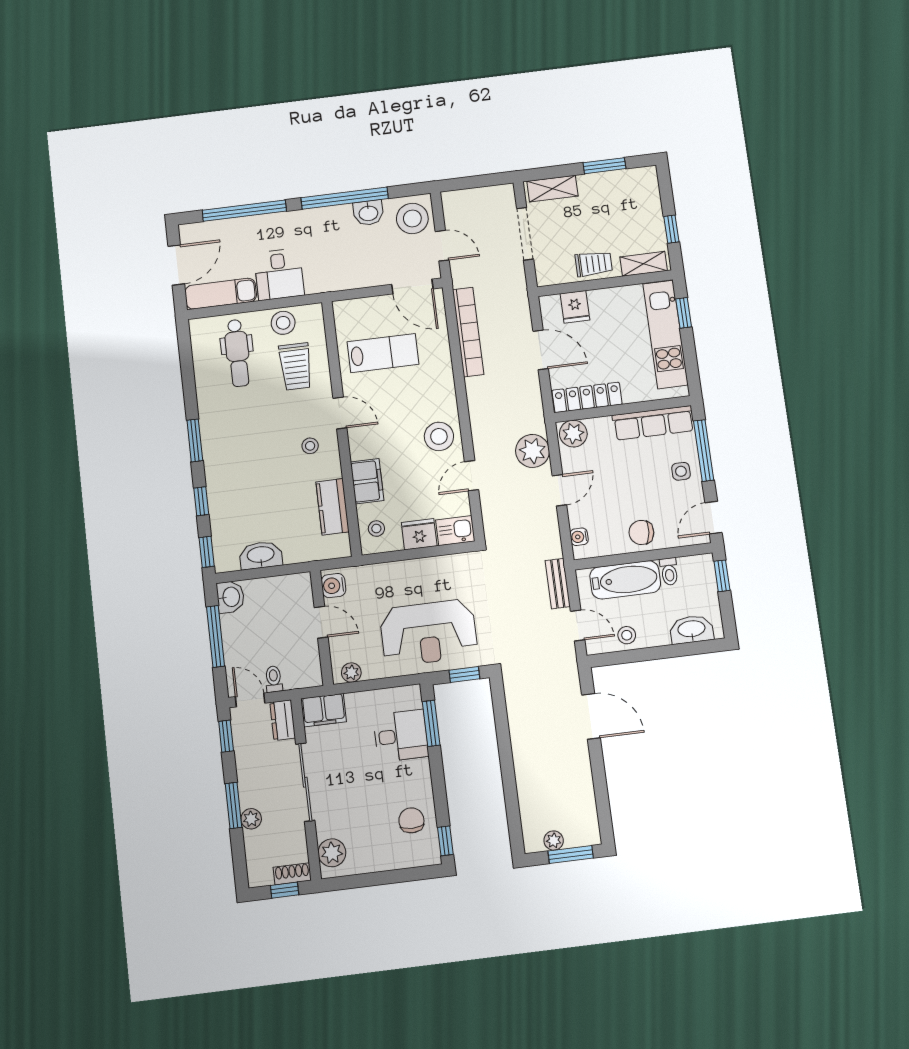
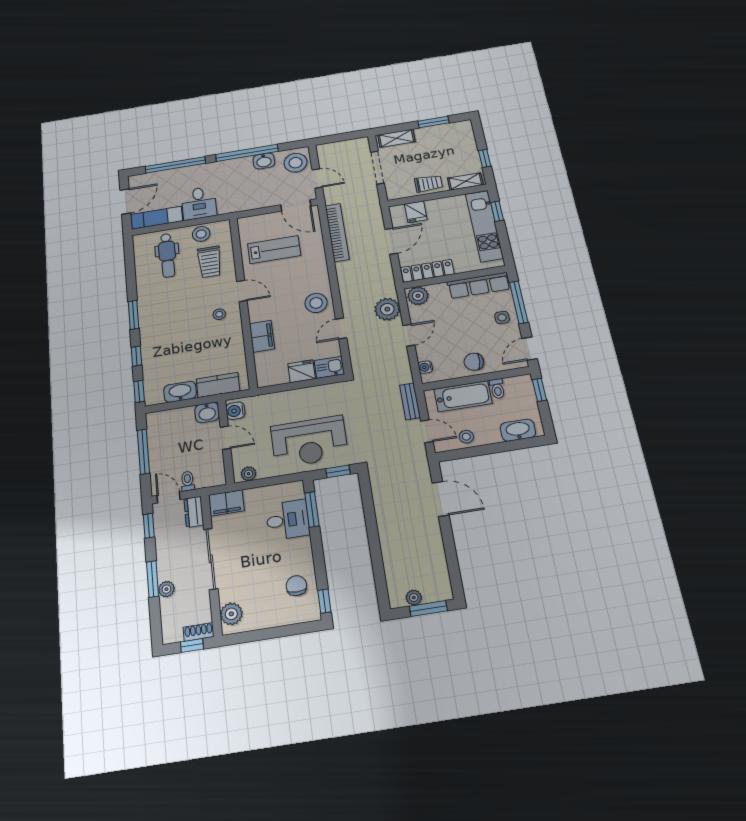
door: (541, 350) -> (391, 241), hinge flipped
kitchen counter: (333, 507) -> (218, 385), moved, turned 90
stool: (376, 529) -> (269, 369), removed
washbasin: (230, 597) -> (207, 413), moved, turned 90

